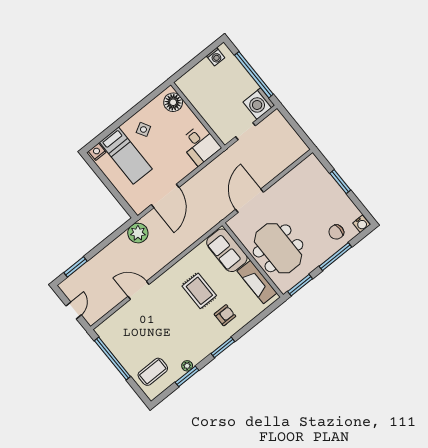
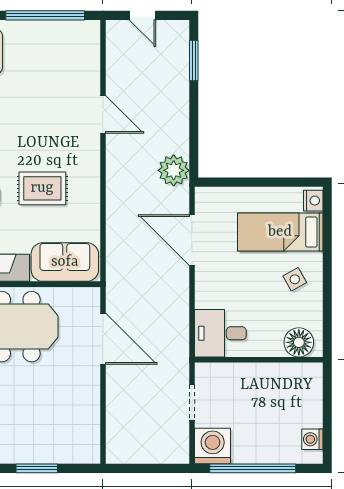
door: (138, 290) -> (103, 115), hinge flipped

